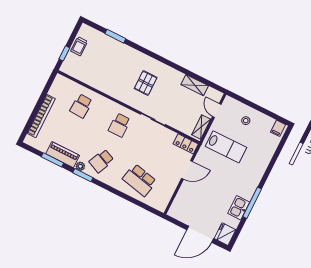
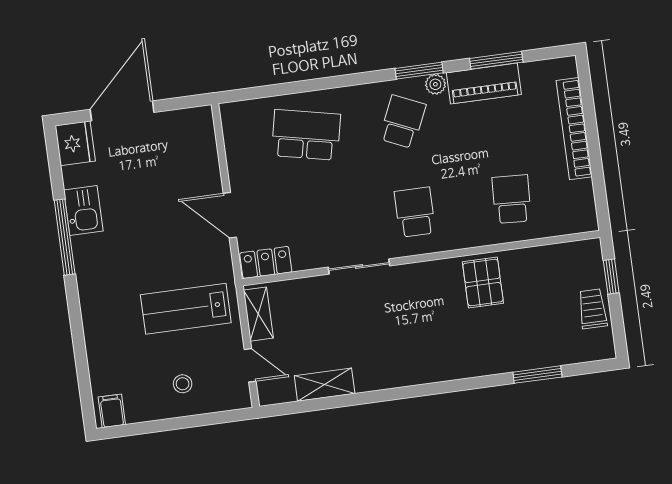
pallet: (146, 83) -> (483, 283), moved
door: (187, 170) -> (230, 215), hinge flipped

